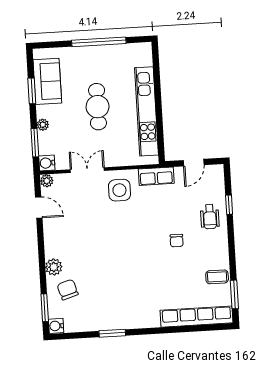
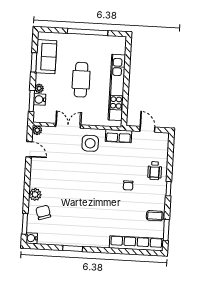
water cooler: (47, 163) -> (40, 99), moved
door: (194, 163) -> (147, 129), swing flipped
window: (229, 205) -> (168, 189), moved

